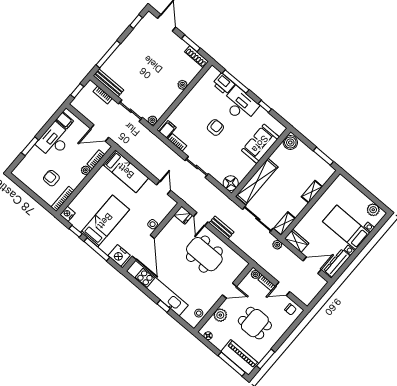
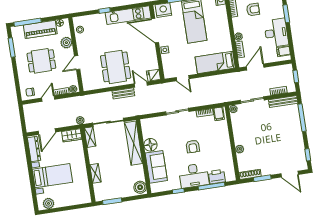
floor lamp: (231, 183) -> (150, 145), moved
dining table: (204, 254) -> (116, 67), turned 90
kitchen unit: (157, 288) -> (128, 15), width x0.73
piano: (240, 357) -> (40, 29), moved

